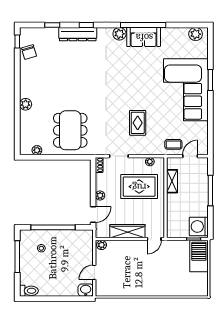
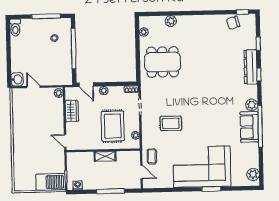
plant: (26, 104) -> (171, 21), moved
shelving: (172, 181) -> (105, 156), moved
washing machine: (199, 226) -> (78, 185), width x0.53, depth x0.53
wardrobe: (127, 231) -> (72, 111), width x0.67

